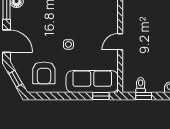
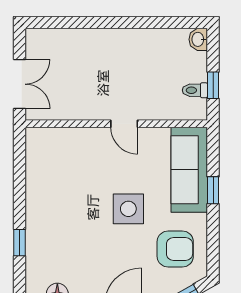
side table: (68, 44) -> (128, 209), width x1.87, depth x1.87
window: (101, 96) -> (213, 190), moved

